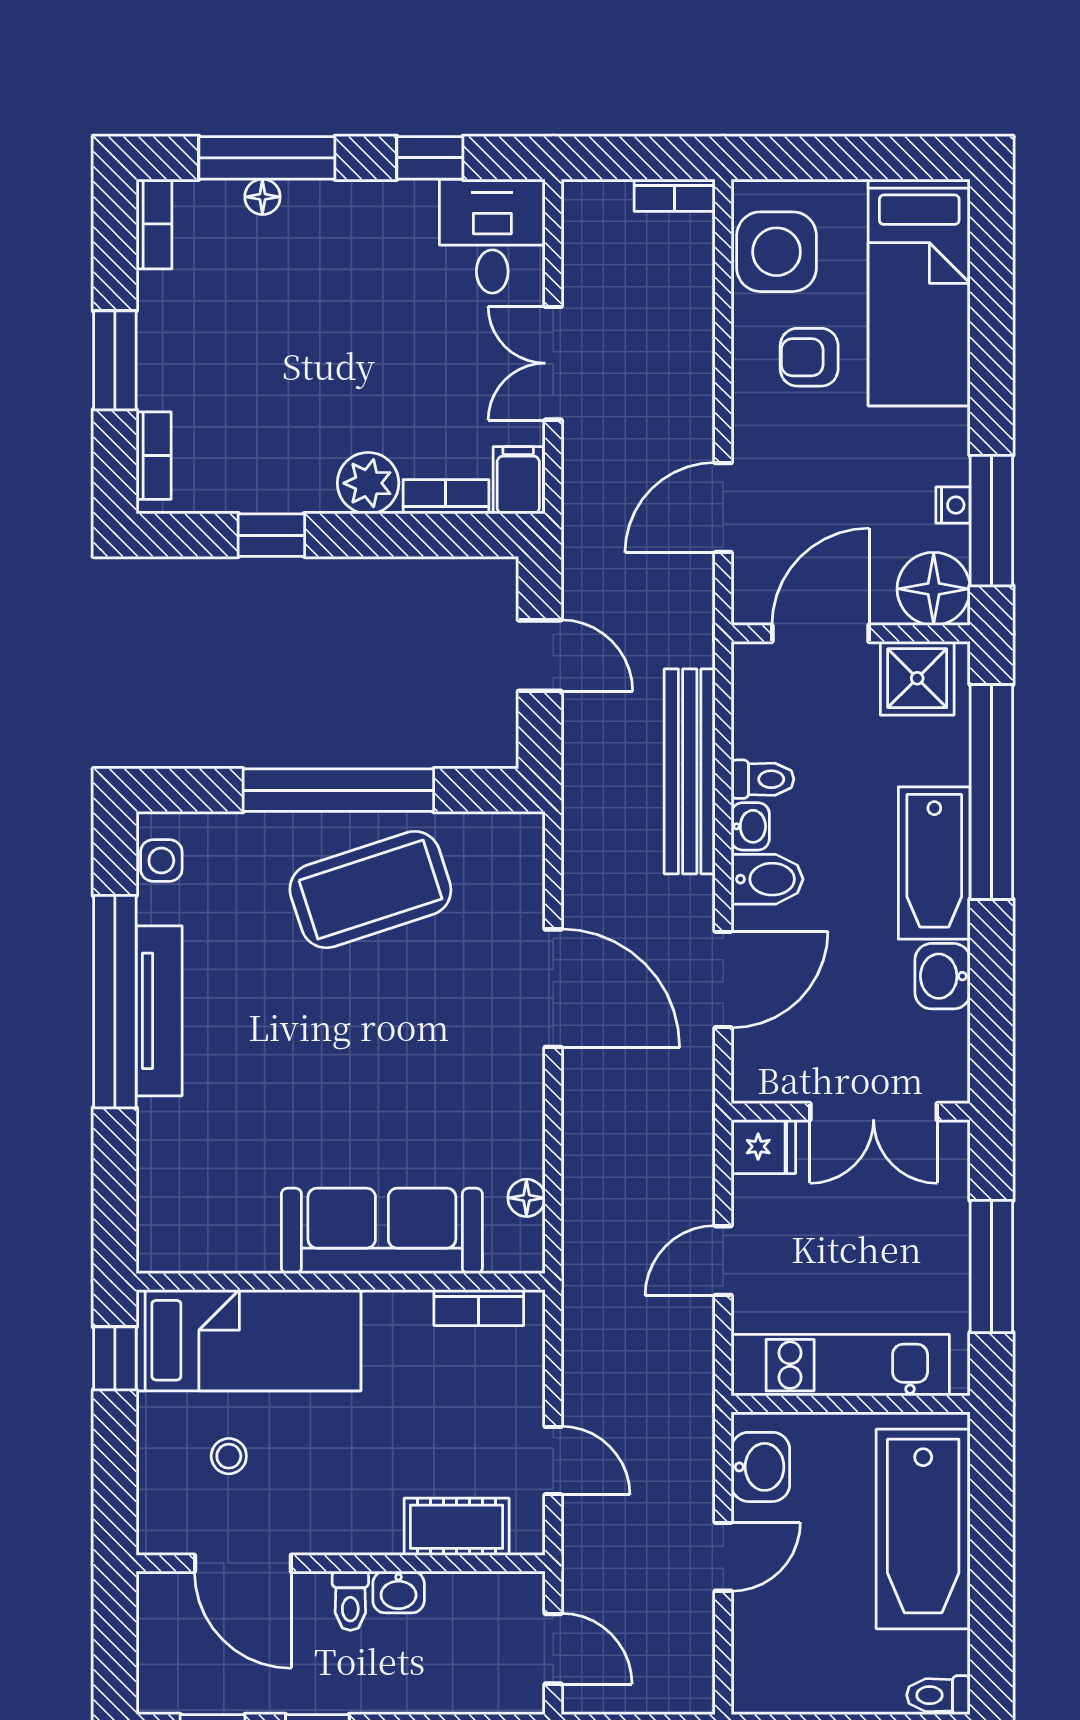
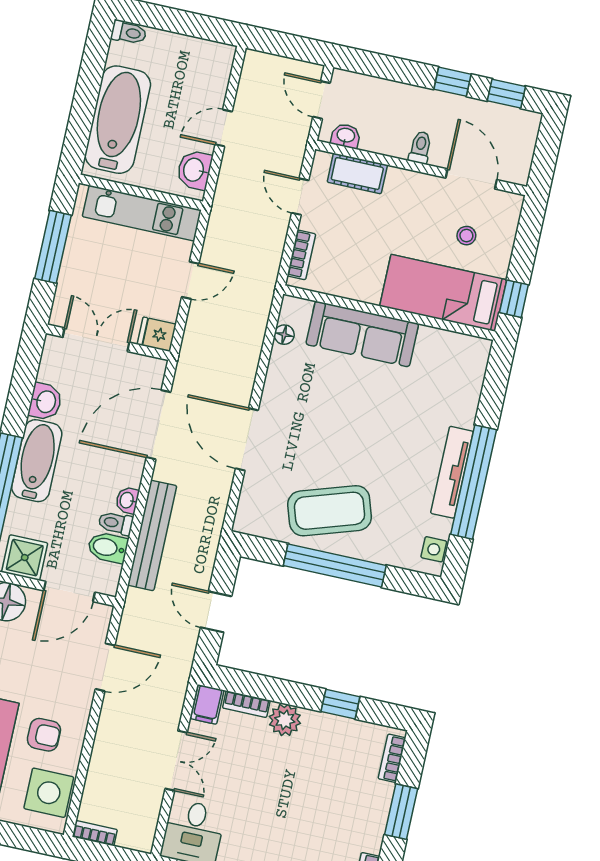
bidet: (767, 879) -> (108, 547), moved
door: (723, 979) -> (158, 425), width x1.36
bookcase: (479, 1308) -> (301, 255), moved, turned 90
washbasin: (399, 1592) -> (346, 136), moved

